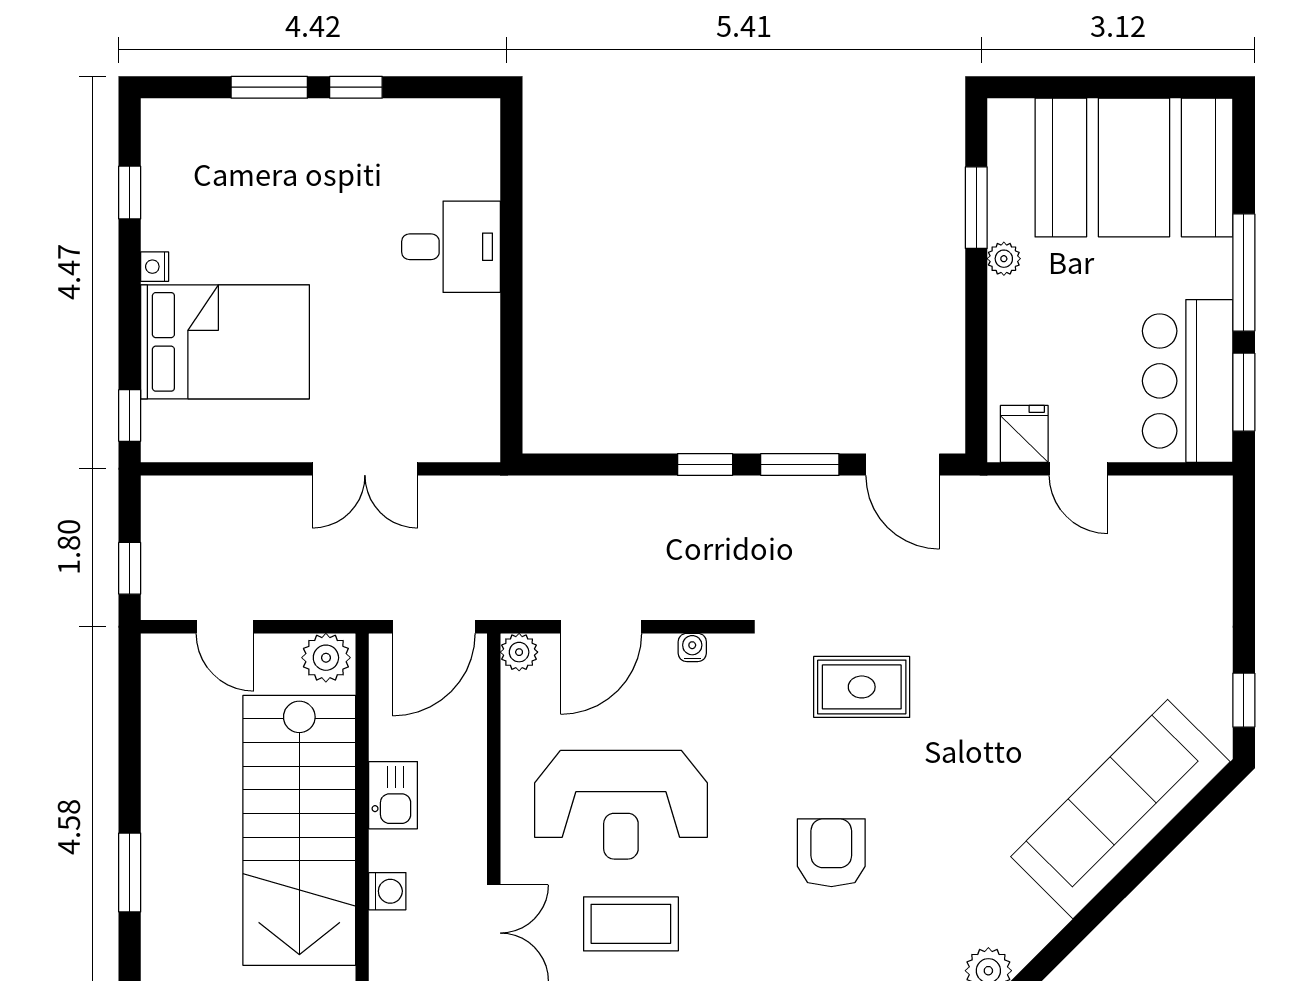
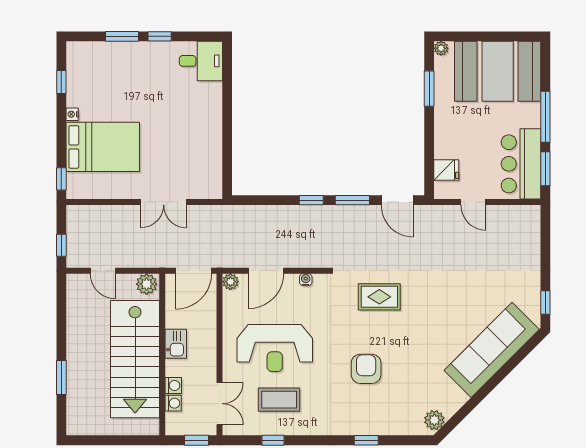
desk: (451, 247) -> (201, 61), moved
plant: (1004, 259) -> (441, 48), moved
fridge: (1024, 434) -> (446, 170), moved, turned 90
washing machine: (387, 932) -> (173, 403), added

